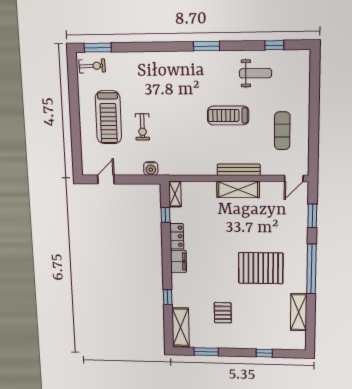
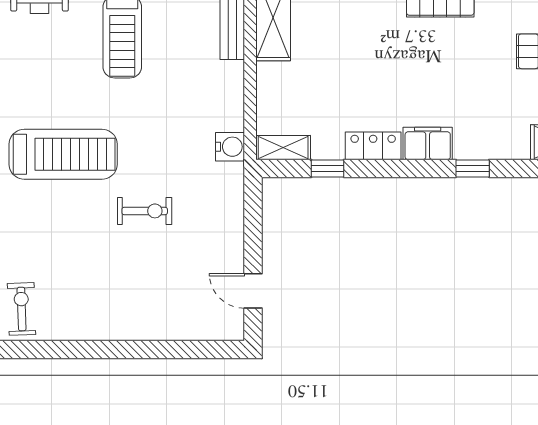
treadmill: (108, 117) -> (63, 154), moved
water cooler: (151, 169) -> (230, 147), moved
window: (168, 297) -> (473, 168), moved

